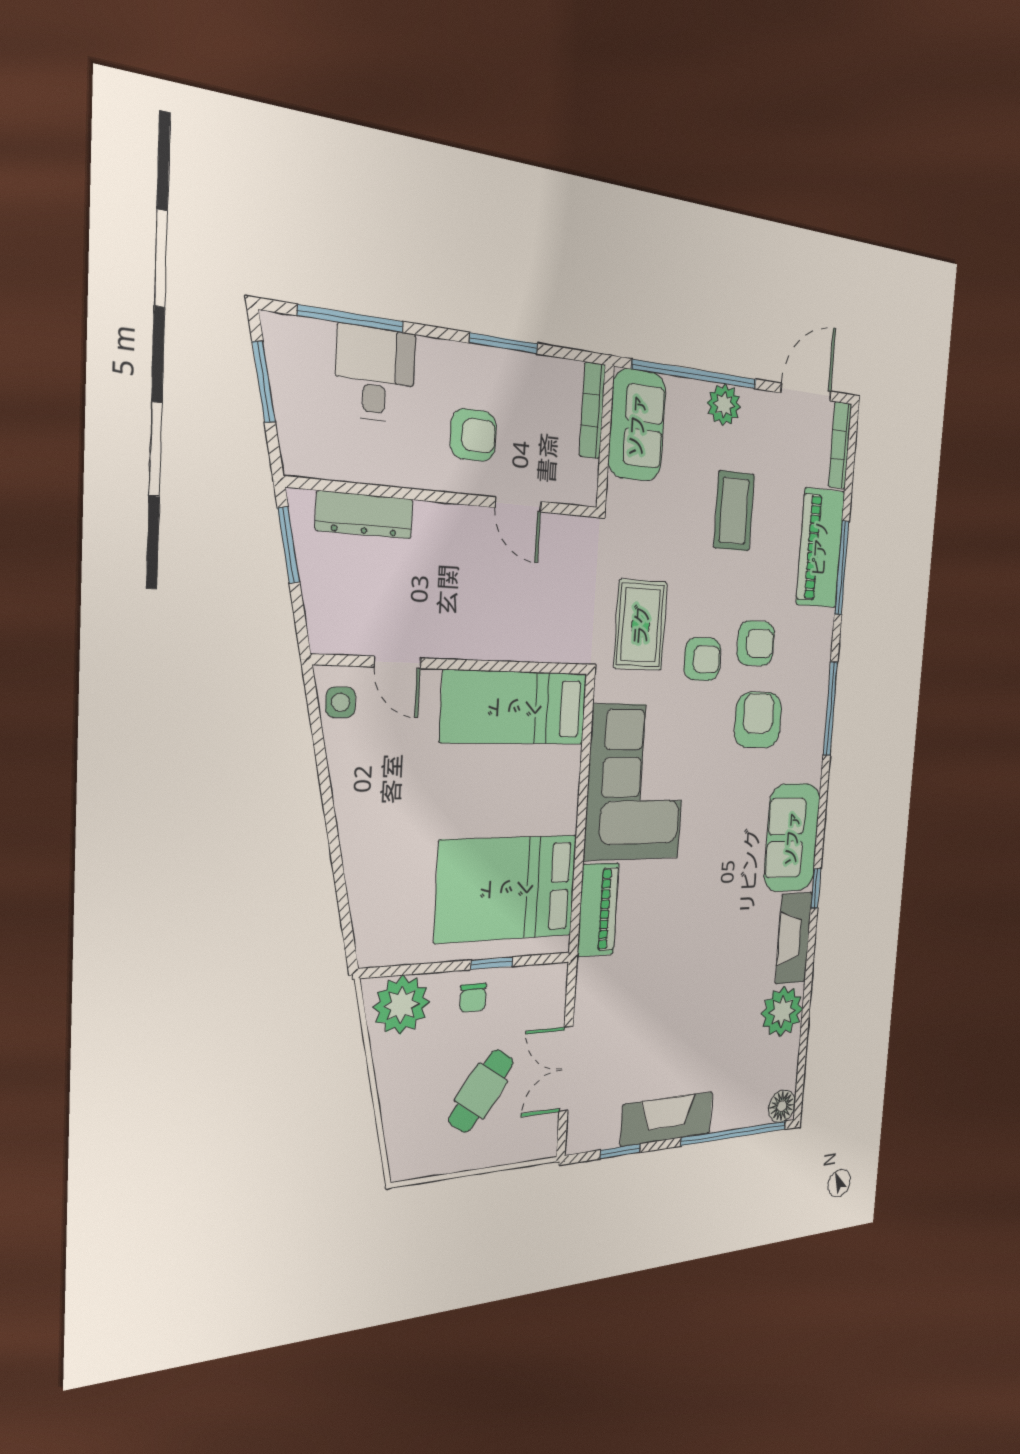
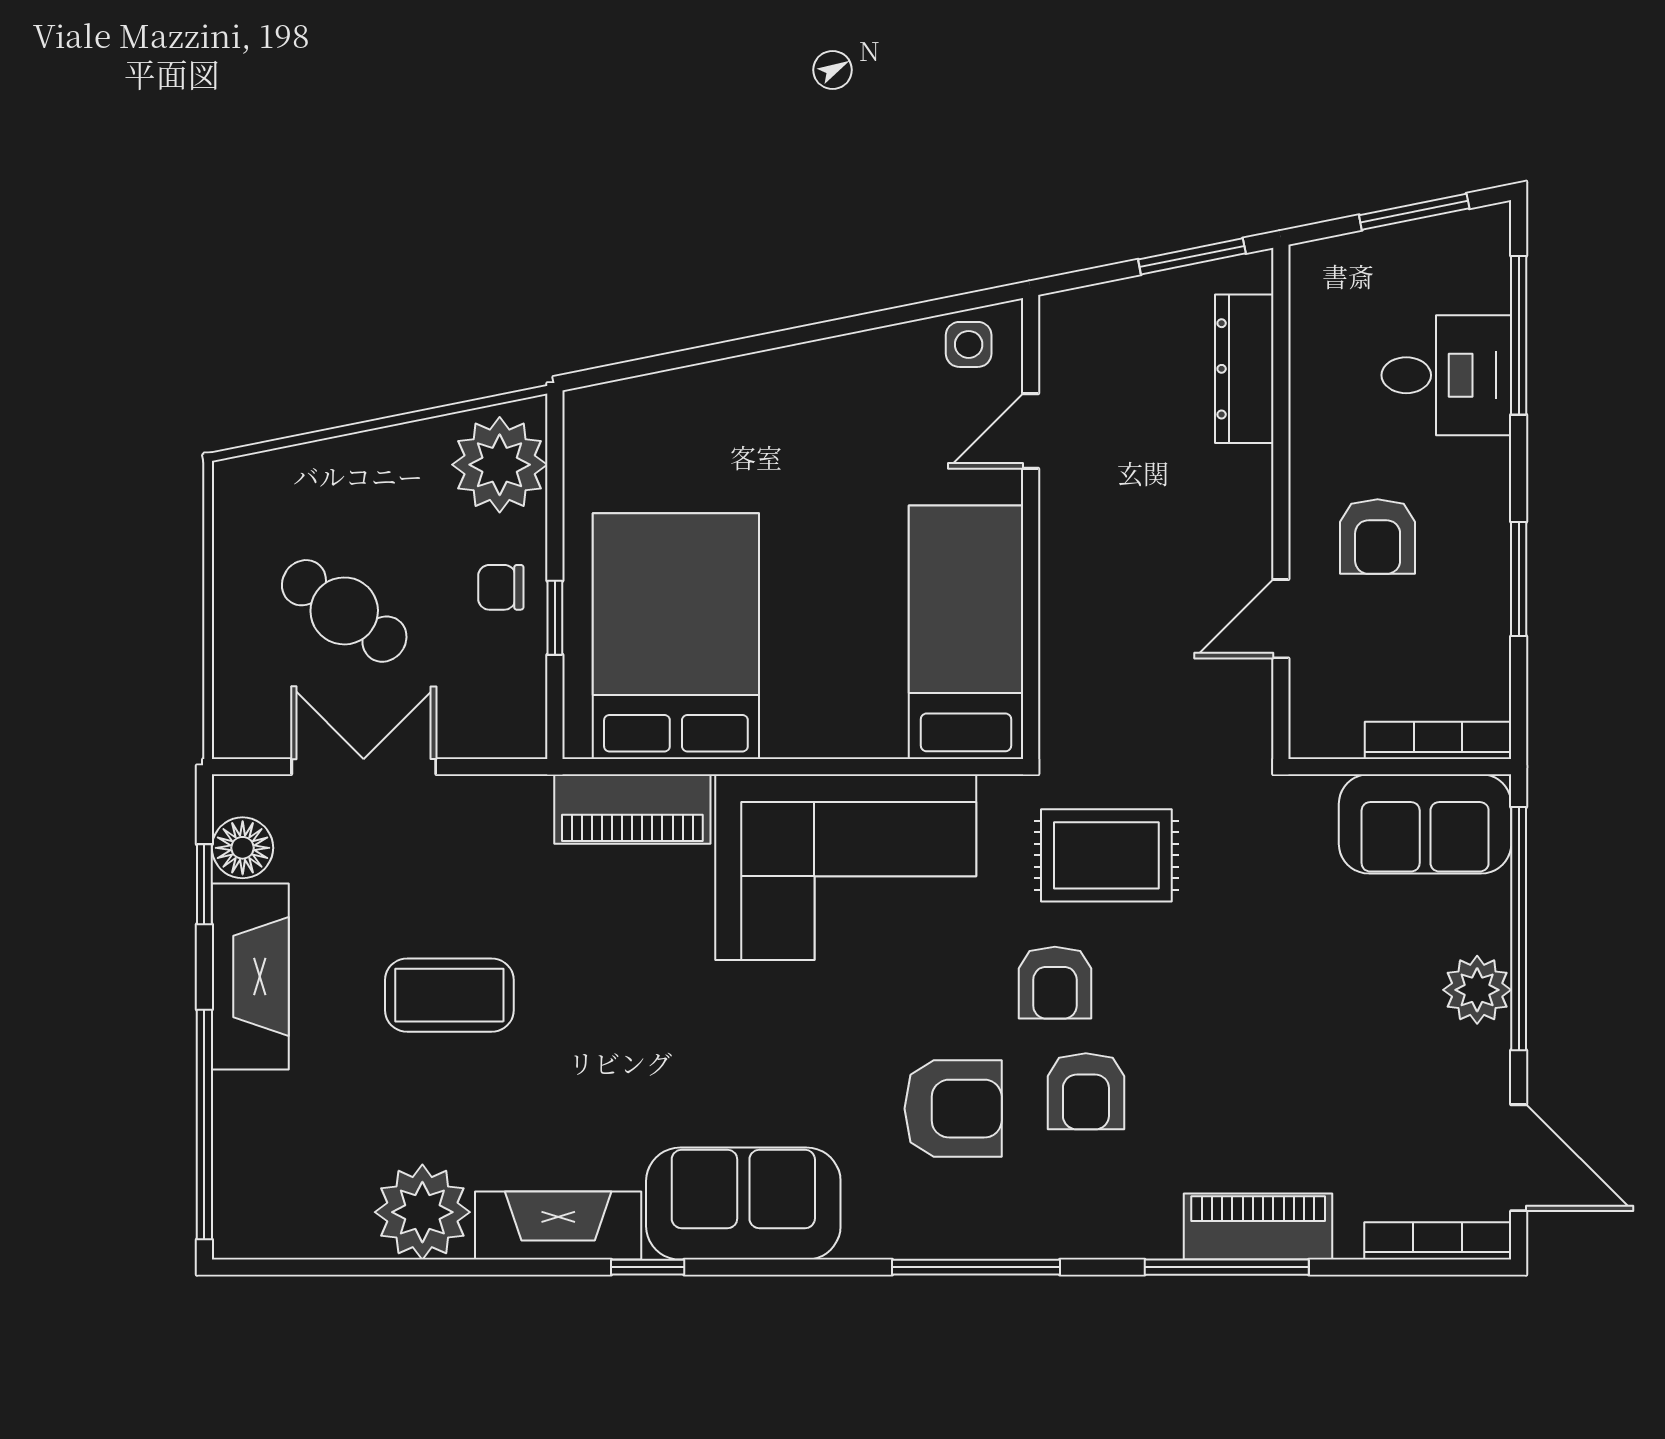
coffee table: (734, 511) -> (449, 995), moved
piano: (820, 548) -> (1258, 1227), width x0.73, depth x0.75
floor lamp: (782, 1106) -> (243, 848), moved

